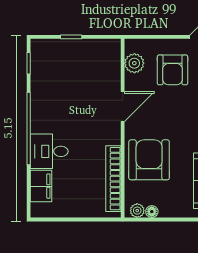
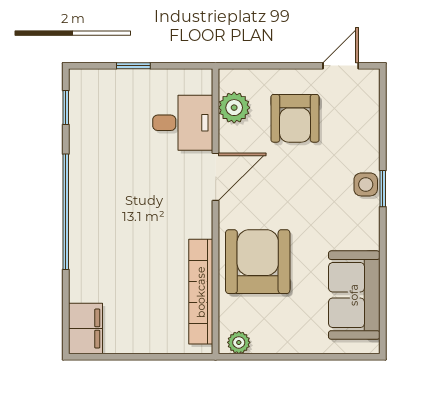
desk: (49, 151) -> (183, 123), moved, turned 180
filing cabinet: (41, 186) -> (85, 329), moved
floor lamp: (152, 212) -> (262, 344), removed

